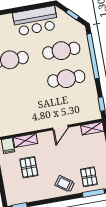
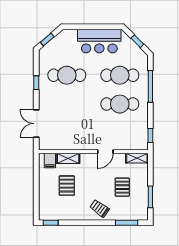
window: (93, 56) -> (150, 86), width x0.68
pallet: (89, 177) -> (122, 187), moved

